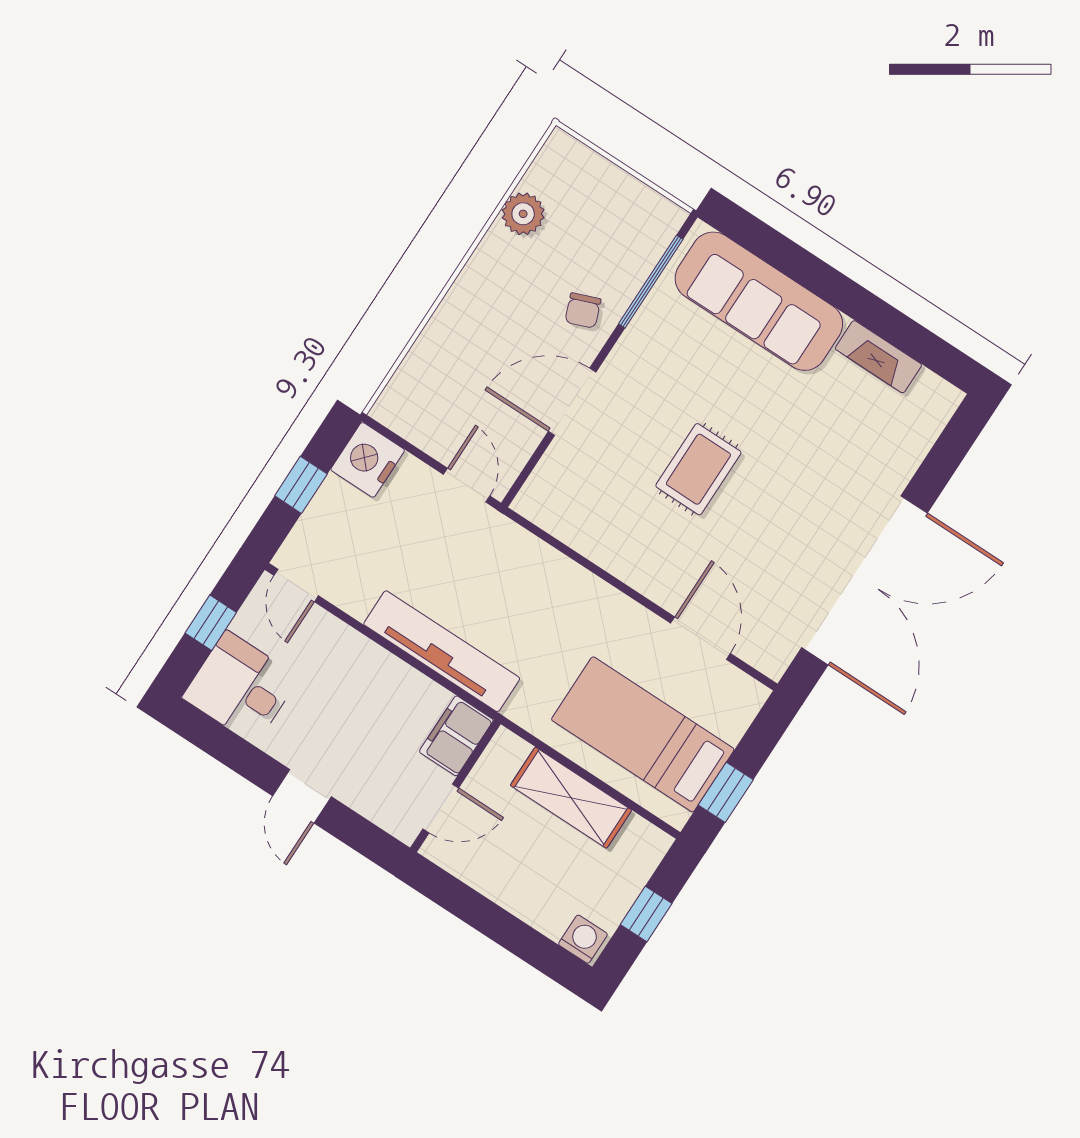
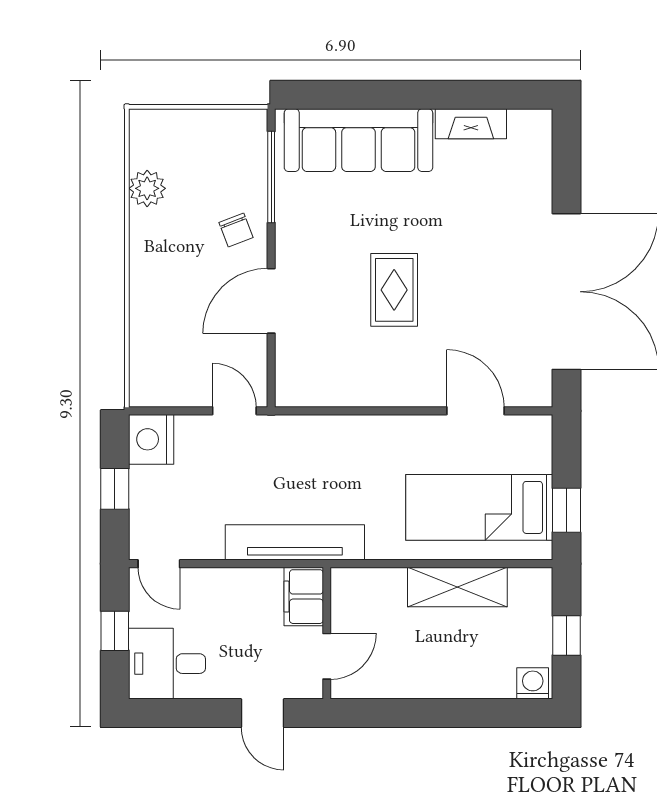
filing cabinet: (456, 736) -> (304, 597), moved
wall: (455, 786) -> (327, 633), moved
door: (441, 808) -> (327, 656), moved

